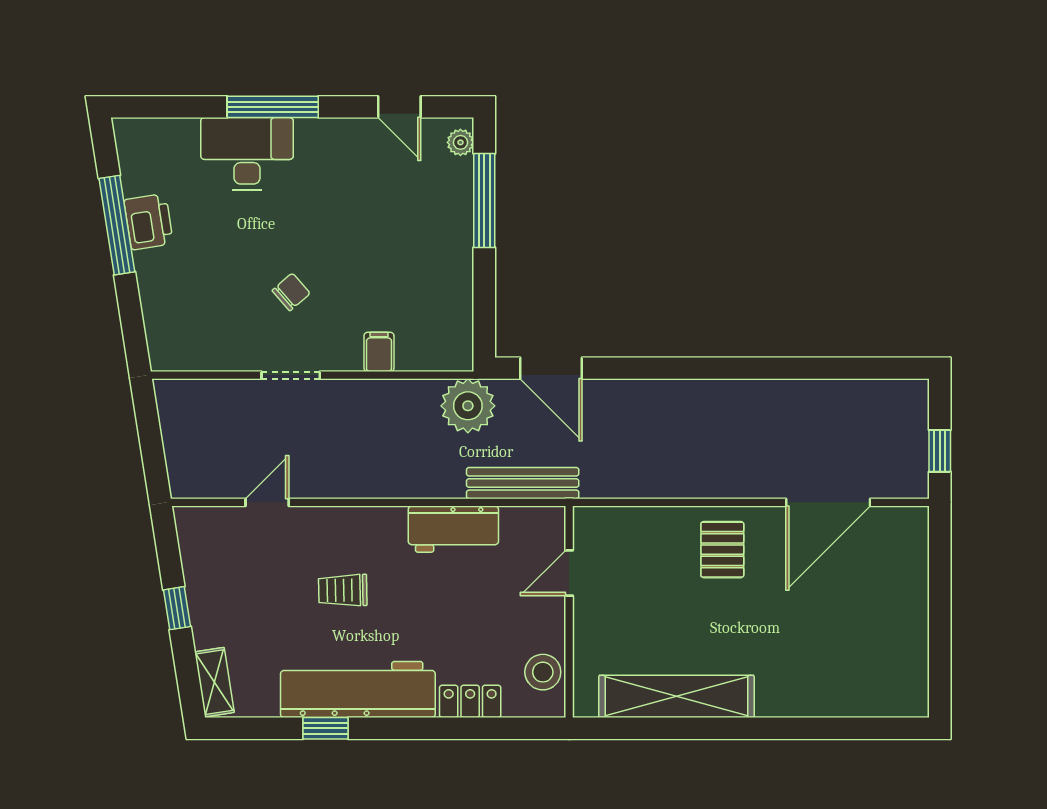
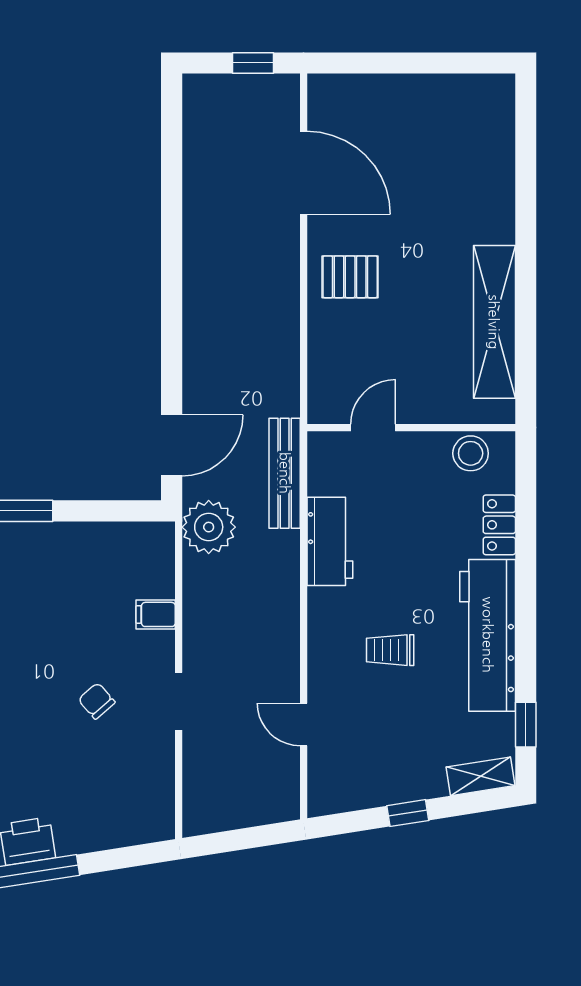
door: (569, 573) -> (373, 428), swing flipped
trolley: (343, 590) -> (390, 650), turned 91
window: (325, 728) -> (526, 725), moved

